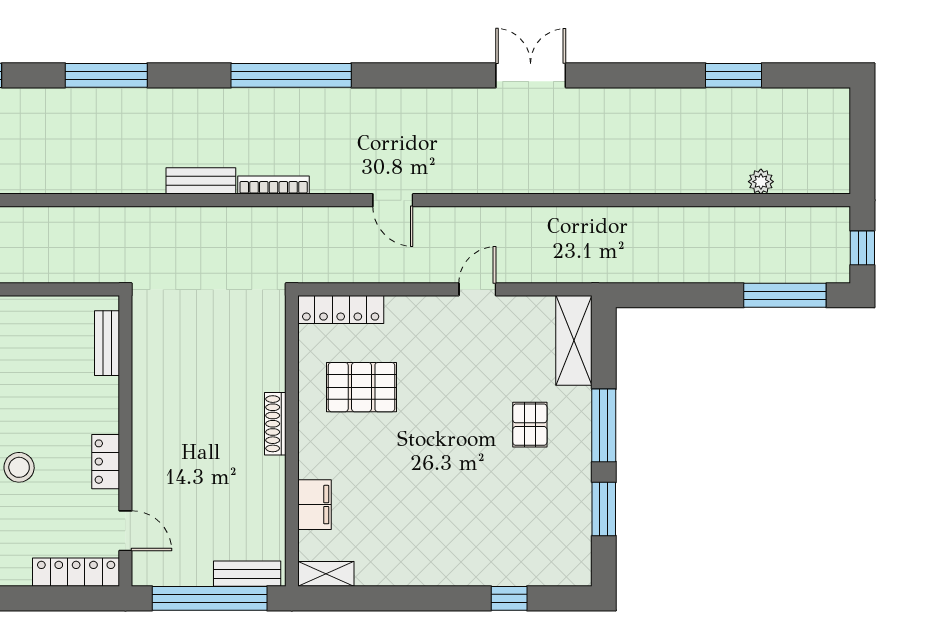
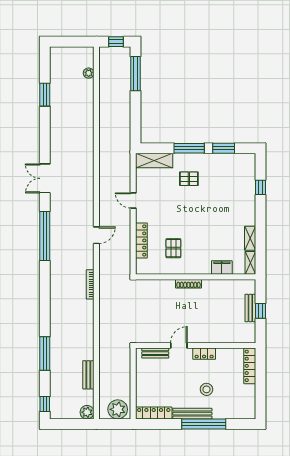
window: (291, 75) -> (45, 236), moved
bench: (201, 181) -> (88, 375), moved
plant: (761, 182) -> (89, 73), moved
locker: (341, 309) -> (141, 240), moved
pallet: (362, 387) -> (173, 248), width x0.67, depth x0.71
door: (125, 531) -> (179, 346), moved
shelving: (386, 573) -> (250, 238), added
bench: (247, 574) -> (250, 308), moved
window: (210, 598) -> (261, 311), width x0.32

